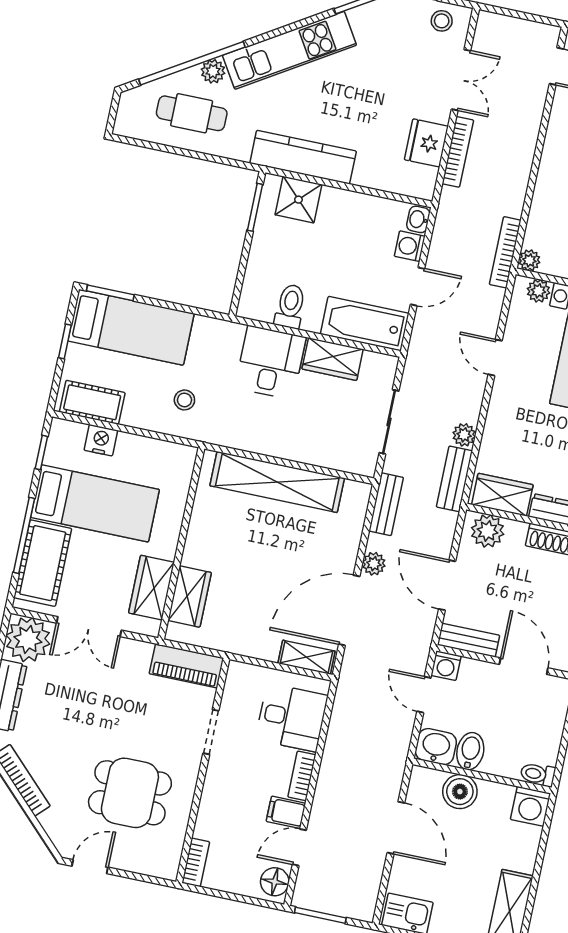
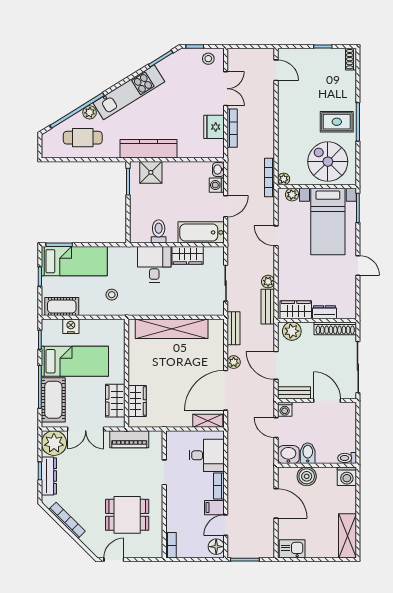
piano: (186, 666) -> (129, 439), moved

